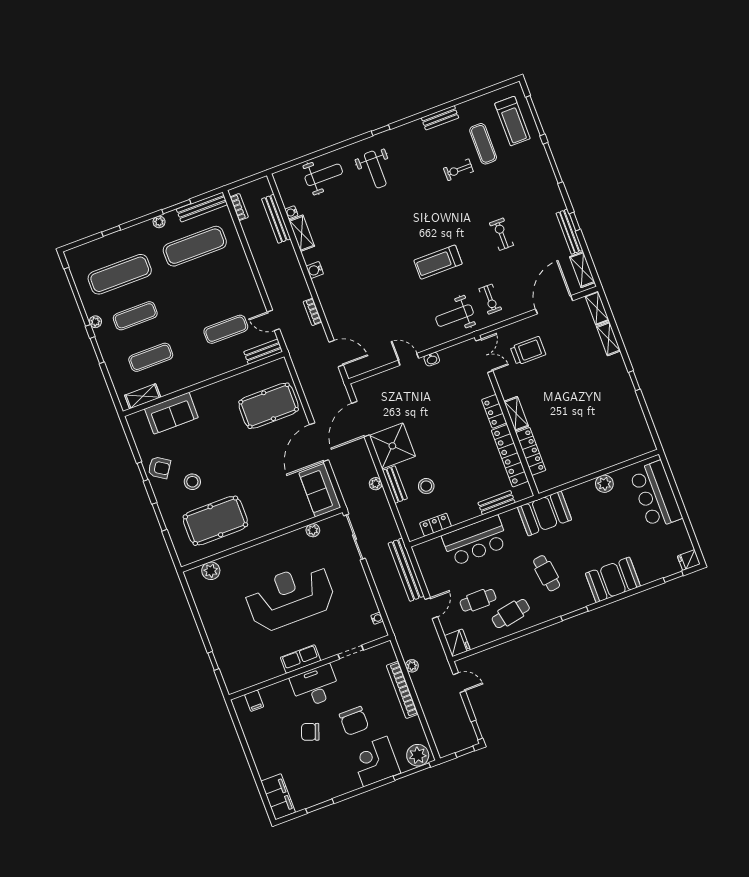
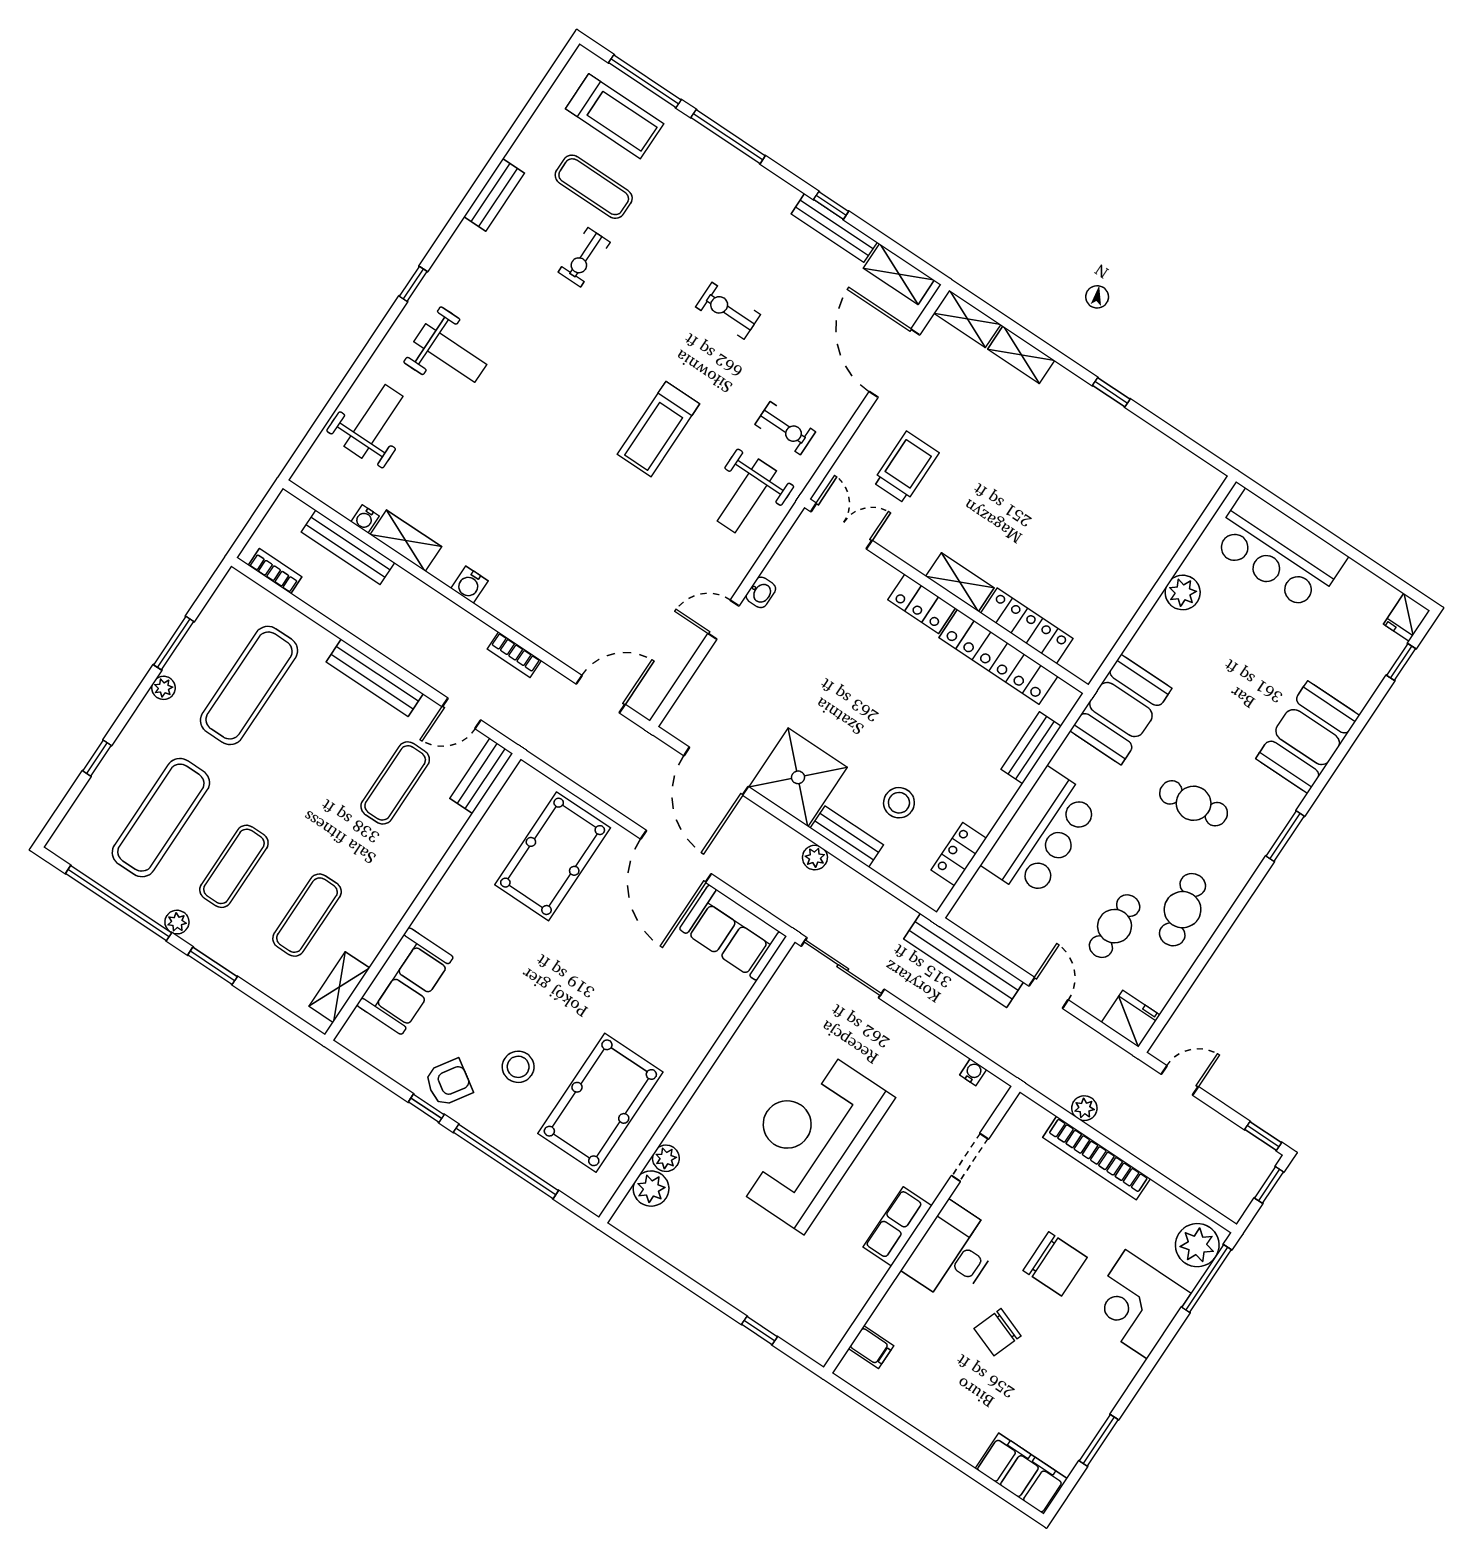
bench: (202, 207) -> (375, 678), moved, turned 90
window: (159, 517) -> (506, 1161), width x2.11
plant: (313, 530) -> (666, 1158), moved

